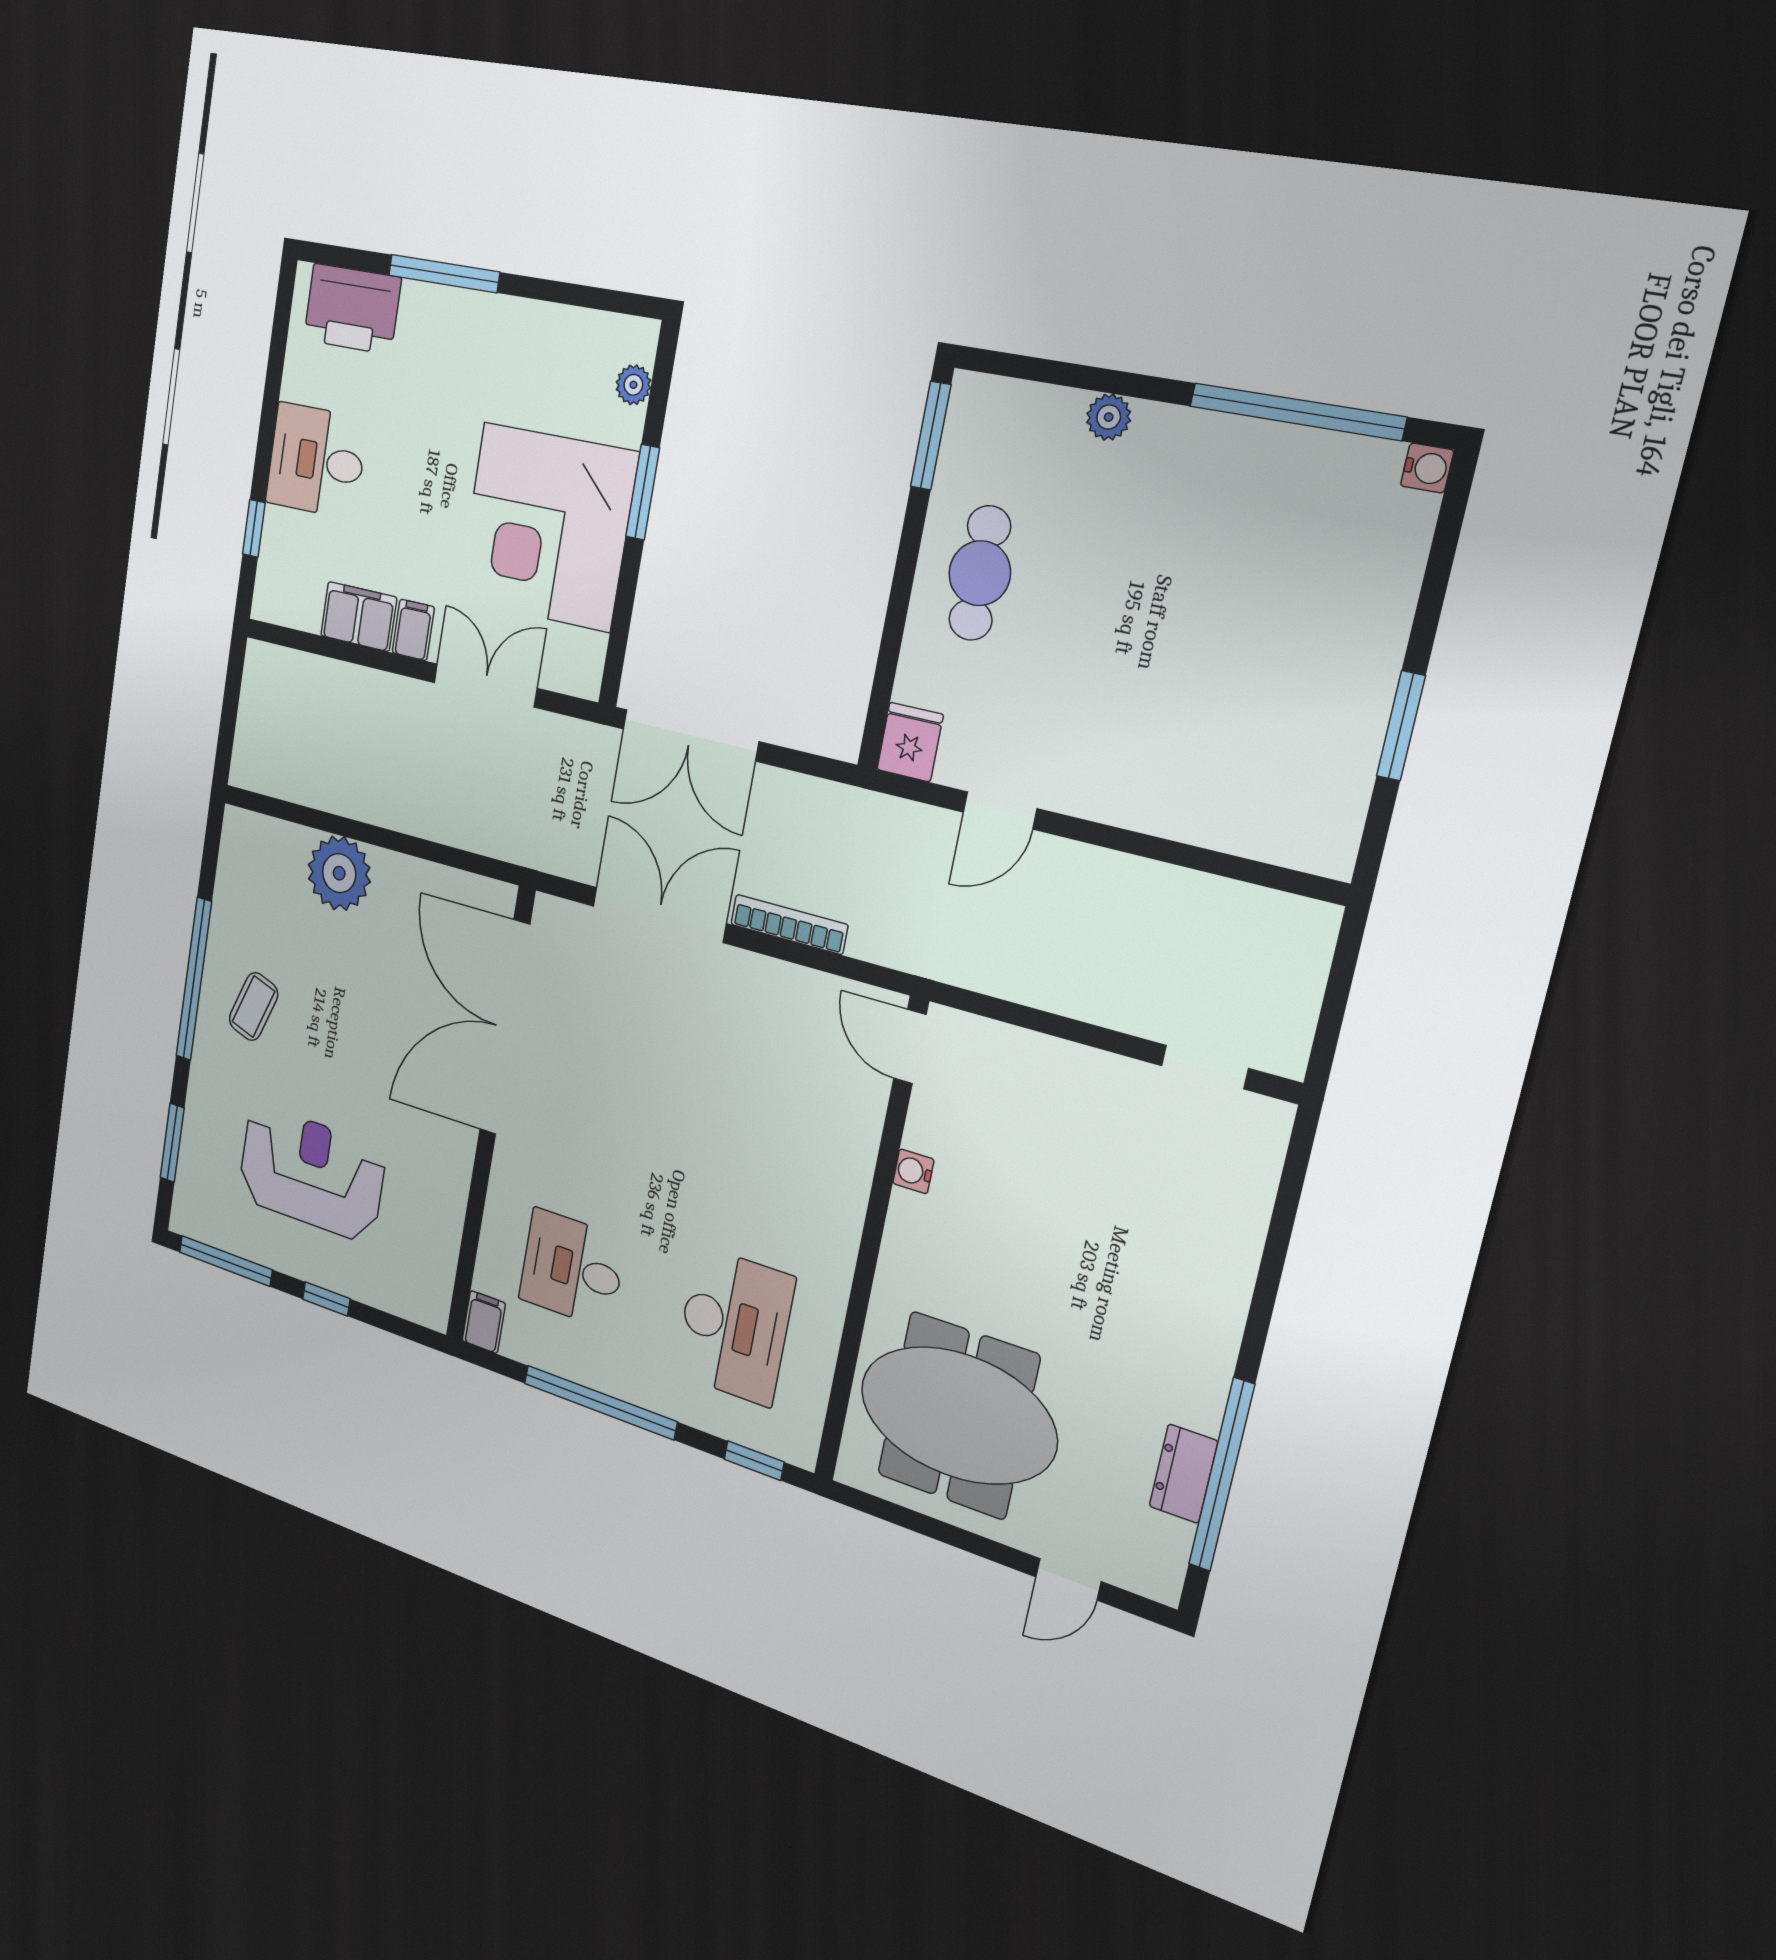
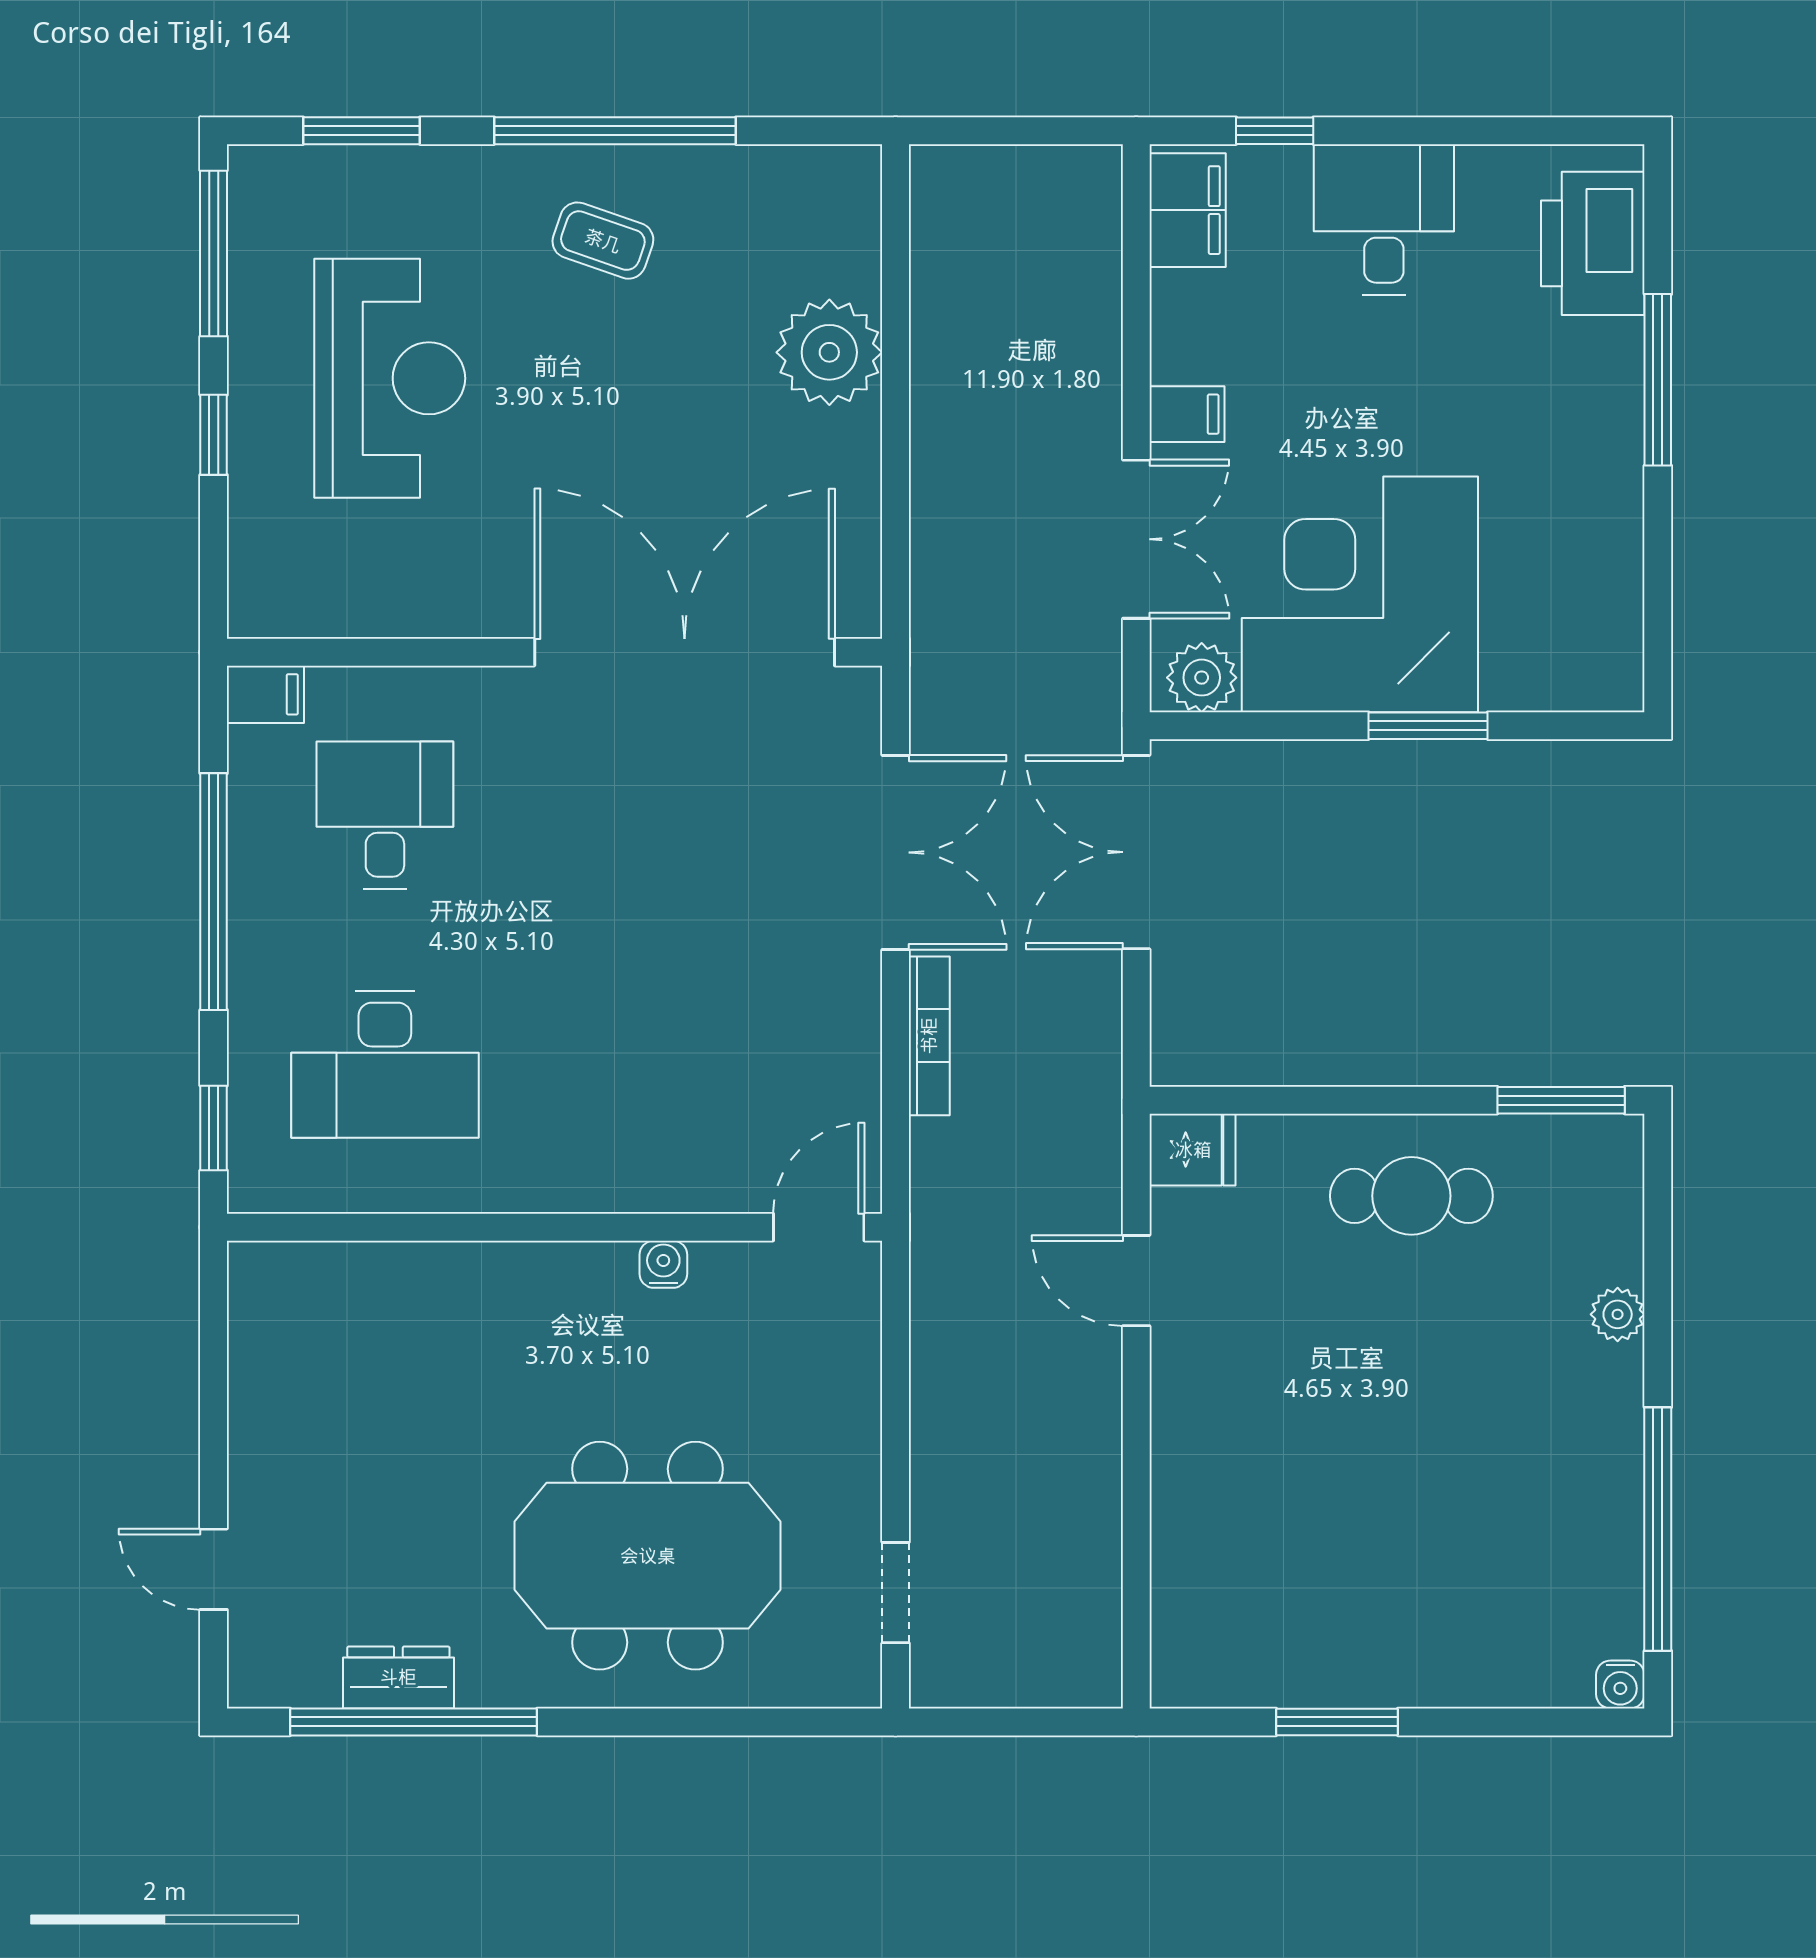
plant: (633, 385) -> (1202, 678), moved, width x1.38, depth x1.38
filing cabinet: (359, 617) -> (1188, 210), moved
meeting table: (958, 1415) -> (648, 1556), moved, turned 90

